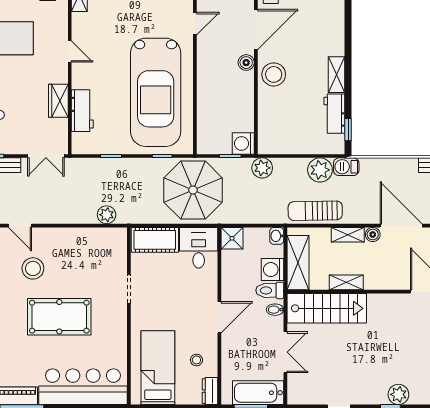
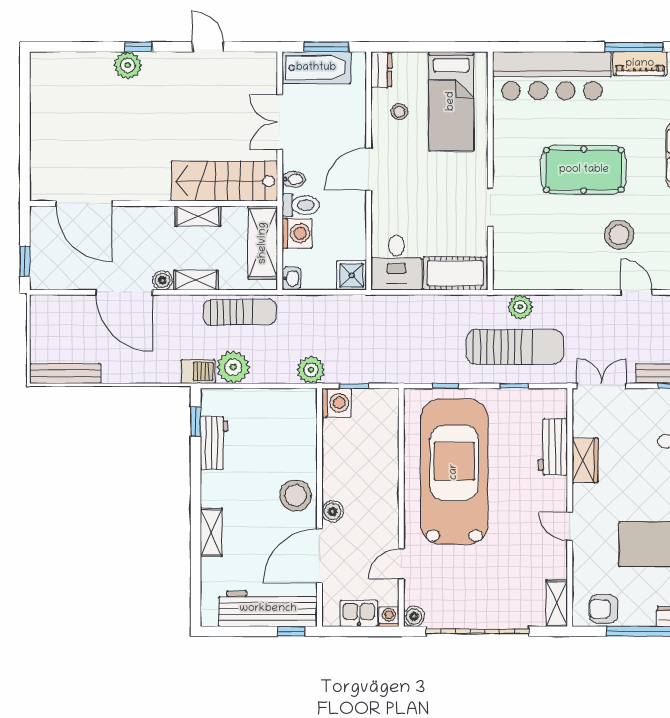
shelving: (336, 75) -> (211, 532), moved
sun lounger: (111, 185) -> (515, 347), added
parasol: (193, 190) -> (404, 340), removed

